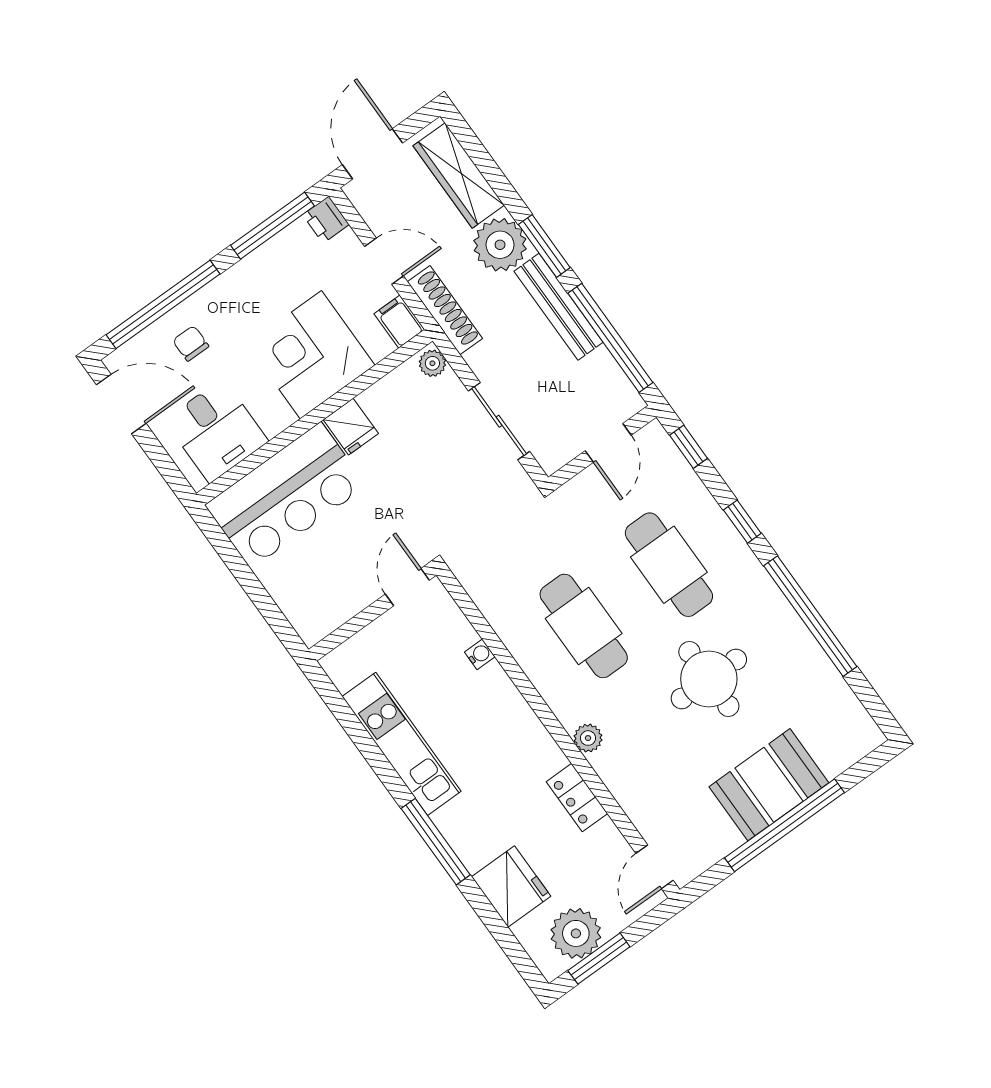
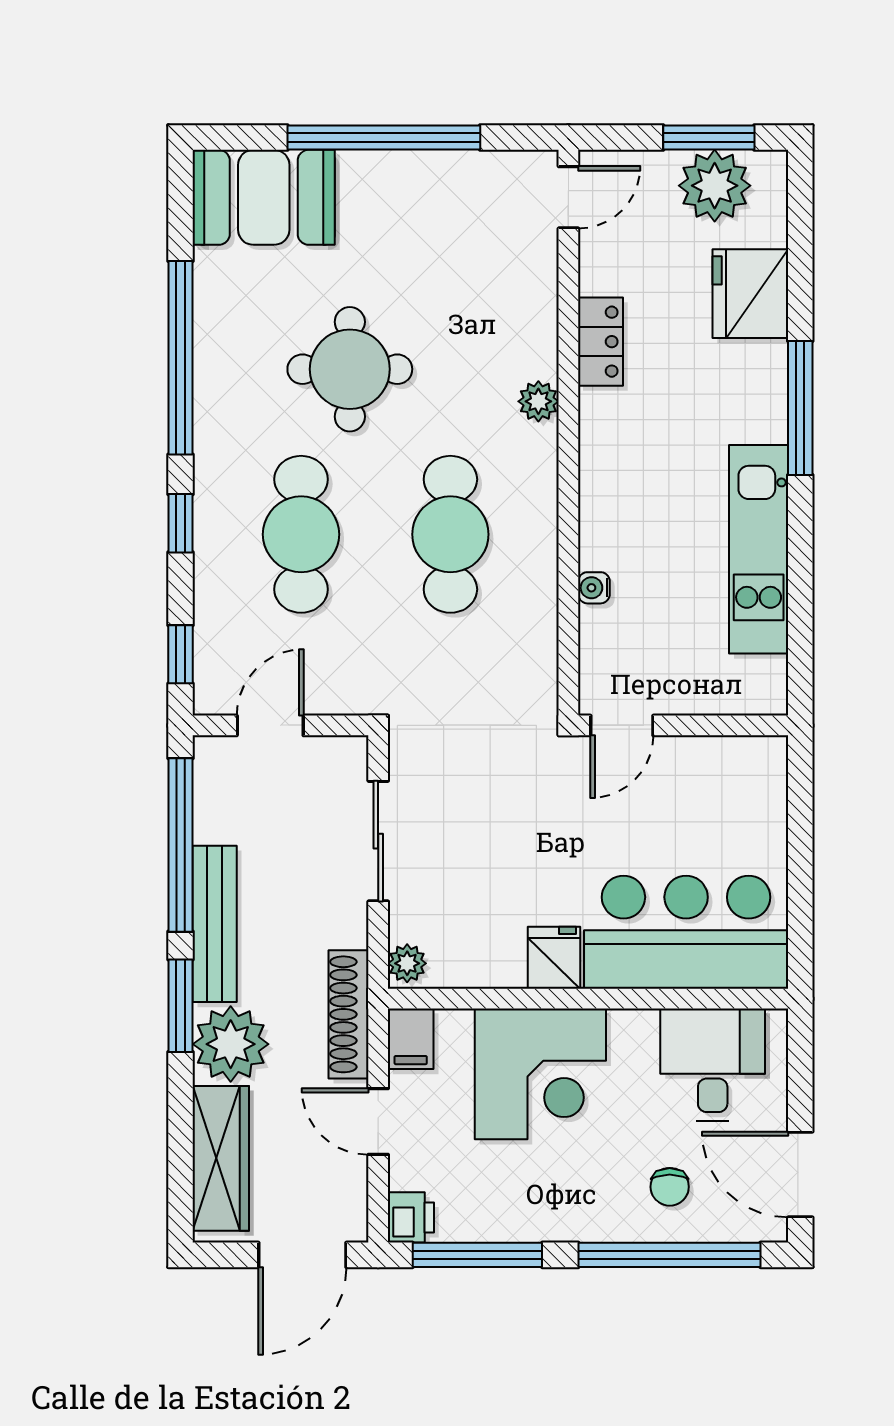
booth: (769, 785) -> (264, 197), moved

